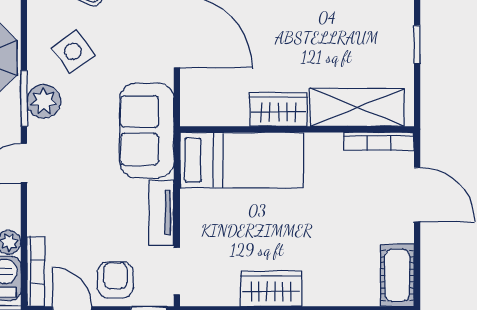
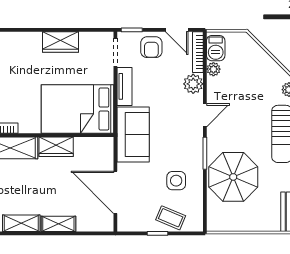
side table: (73, 51) -> (176, 181), turned 36
plant: (44, 101) -> (193, 84), moved
bed: (242, 160) -> (78, 109), width x1.50

